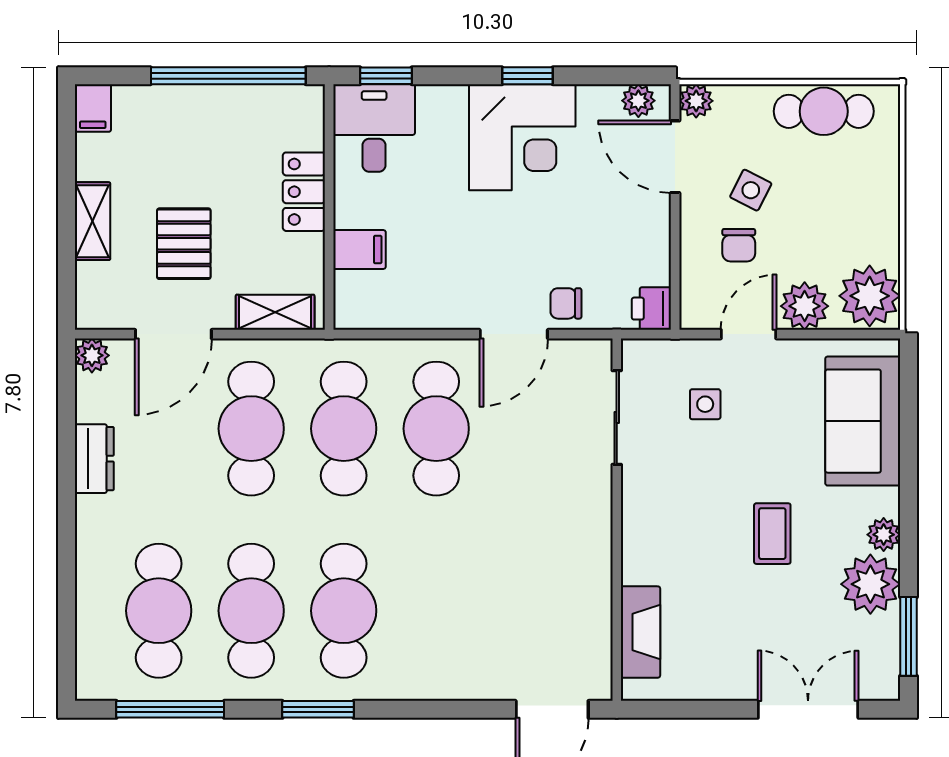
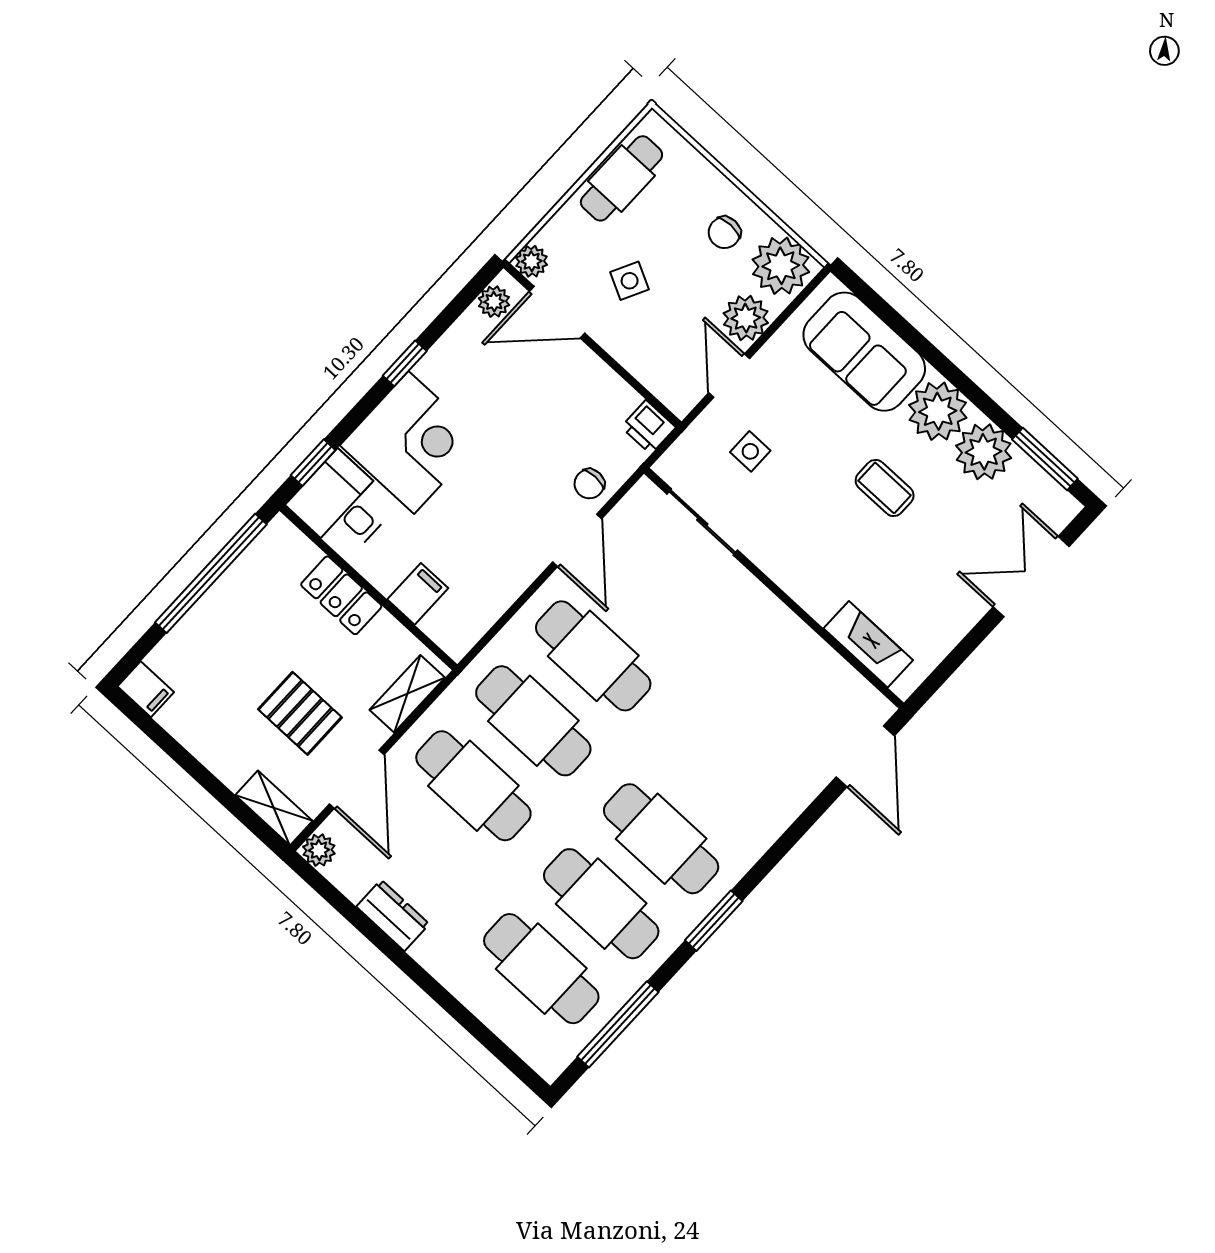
corner desk: (522, 137) -> (411, 443), moved
shelving: (92, 221) -> (274, 808), moved
chair: (739, 245) -> (724, 233), moved, turned 90
plant: (884, 535) -> (938, 411), width x1.87, depth x1.87

